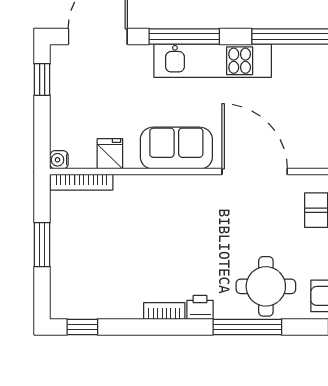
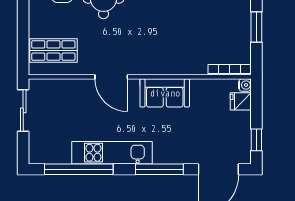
kitchen unit: (213, 61) -> (112, 153), moved
fridge: (110, 154) -> (241, 101), moved, turned 90
door: (255, 172) -> (111, 77), width x0.73

